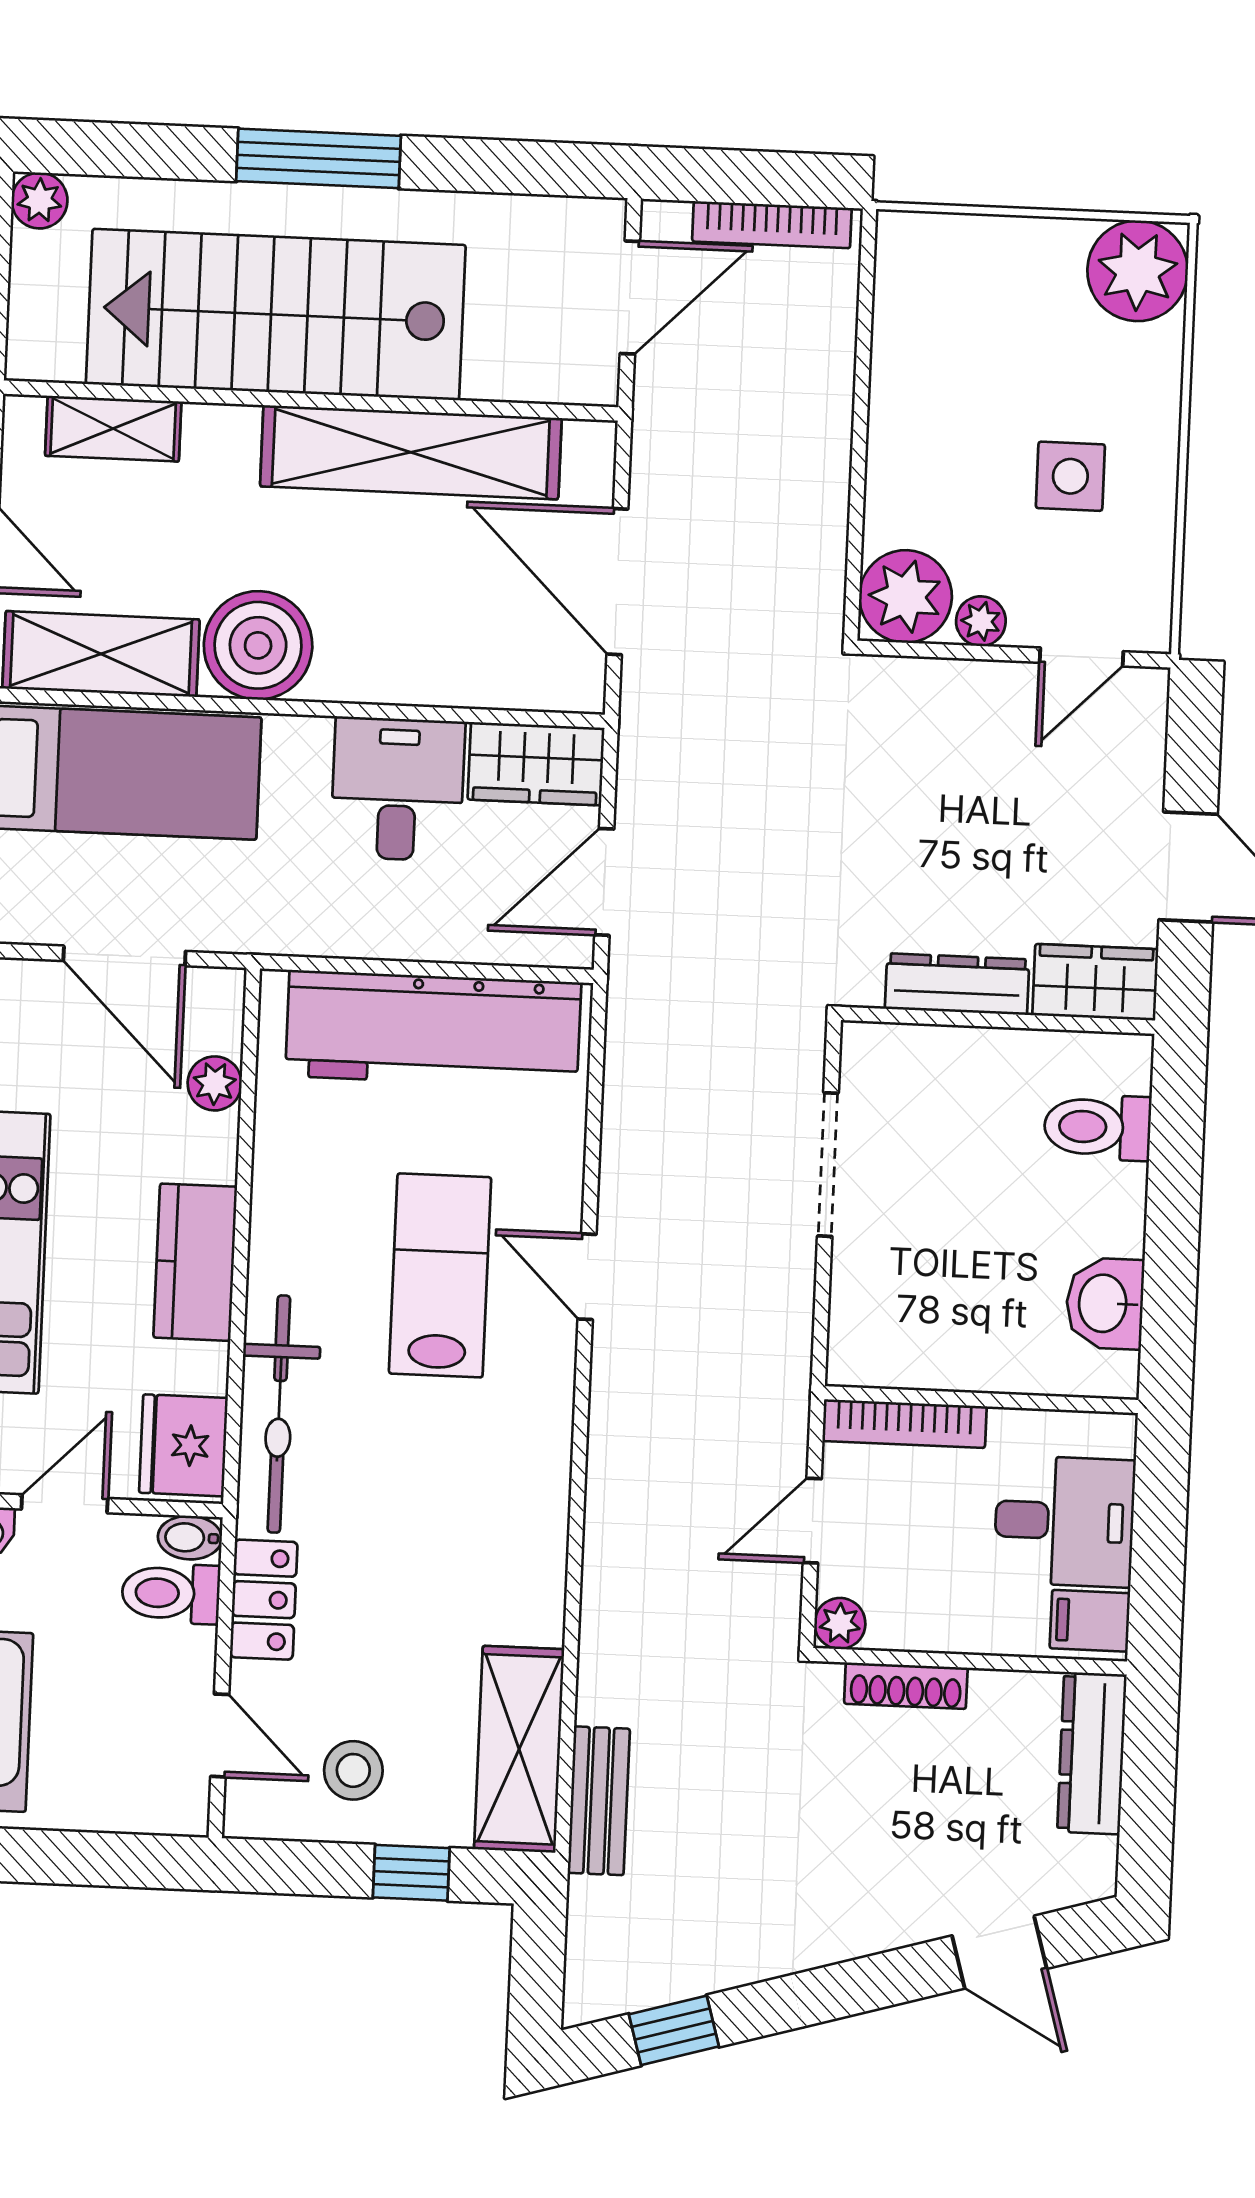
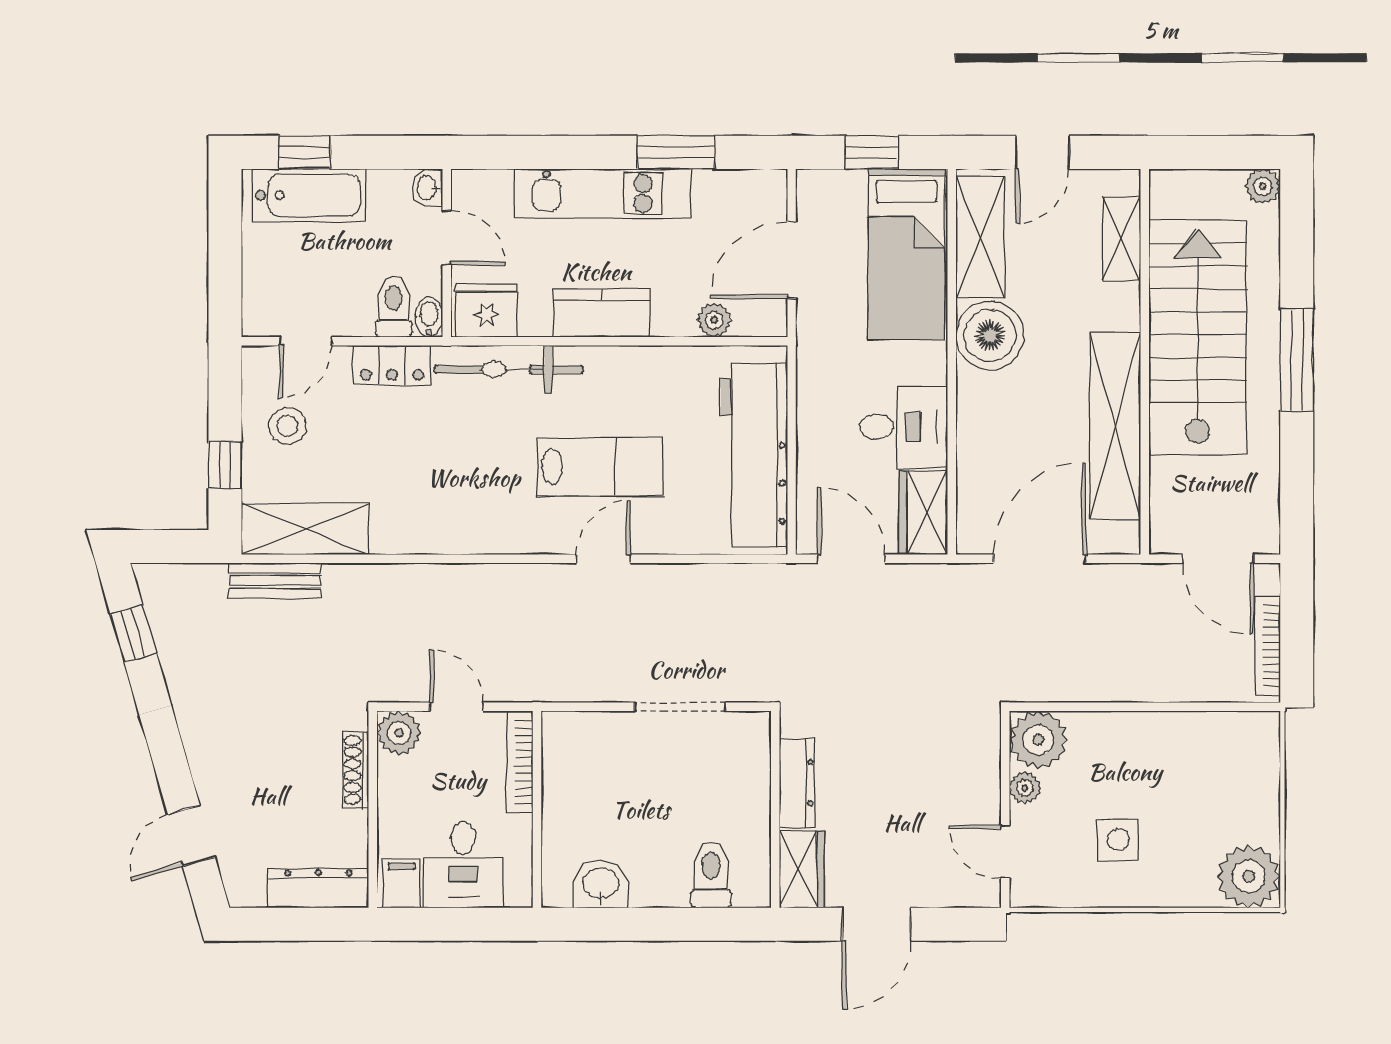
plant: (840, 1623) -> (399, 733), width x1.38, depth x1.38

